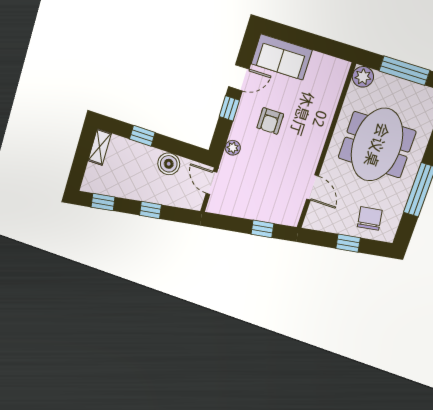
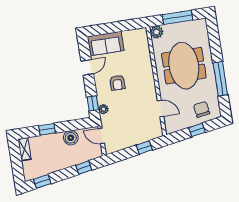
window: (229, 108) -> (93, 103), moved
window: (150, 210) -> (84, 168), moved

